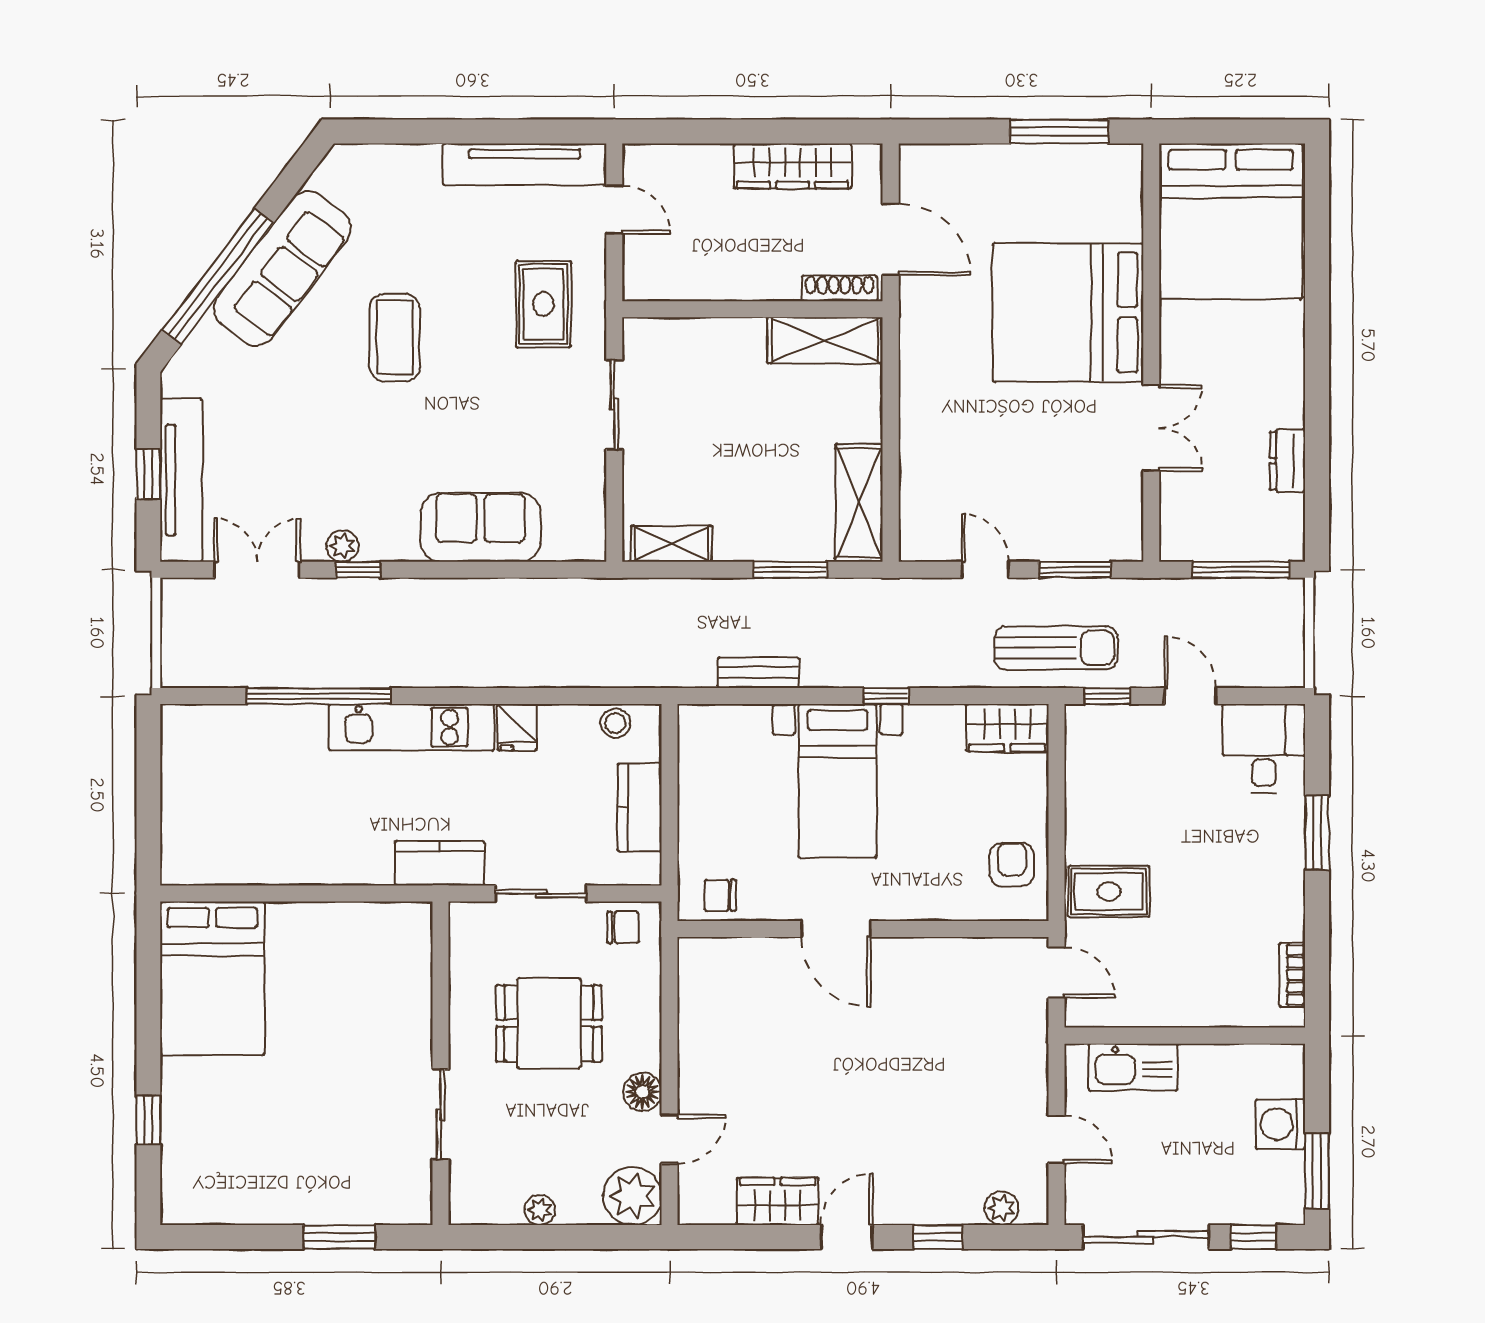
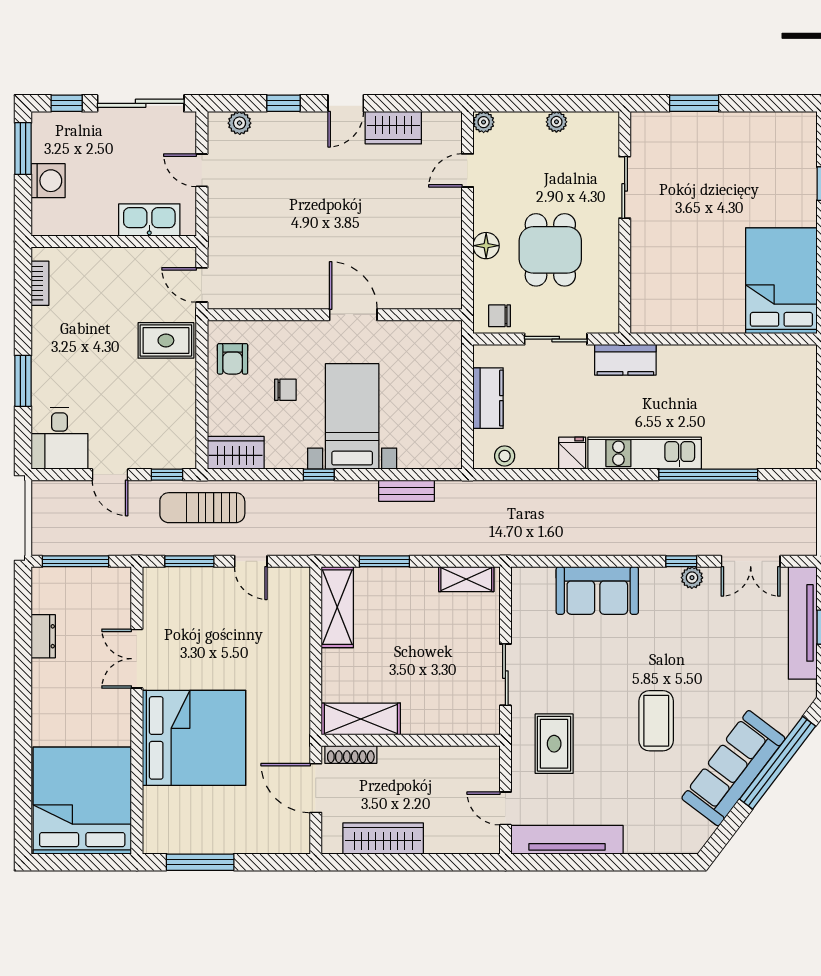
chair: (720, 895) -> (285, 390), moved
dining table: (549, 1023) -> (550, 250), turned 90
floor lamp: (643, 1092) -> (486, 246), moved
plant: (633, 1196) -> (484, 122), width x0.53, depth x0.53

